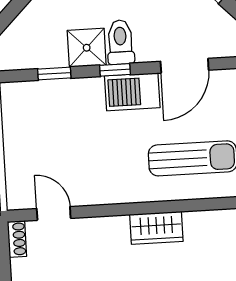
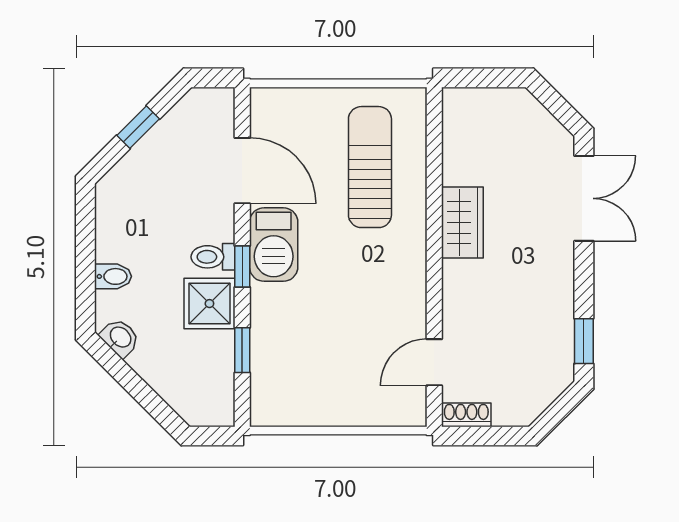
toilet: (120, 42) -> (213, 257), width x0.73, depth x0.72

